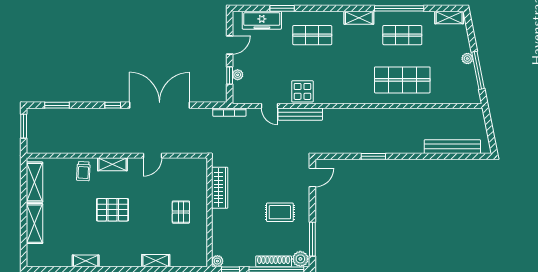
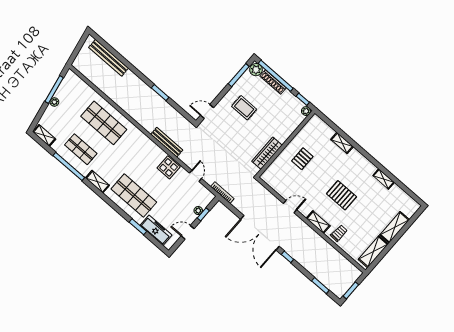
shop shelf: (312, 35) -> (134, 196), width x1.43, depth x1.36
bench: (300, 114) -> (167, 142), moved

